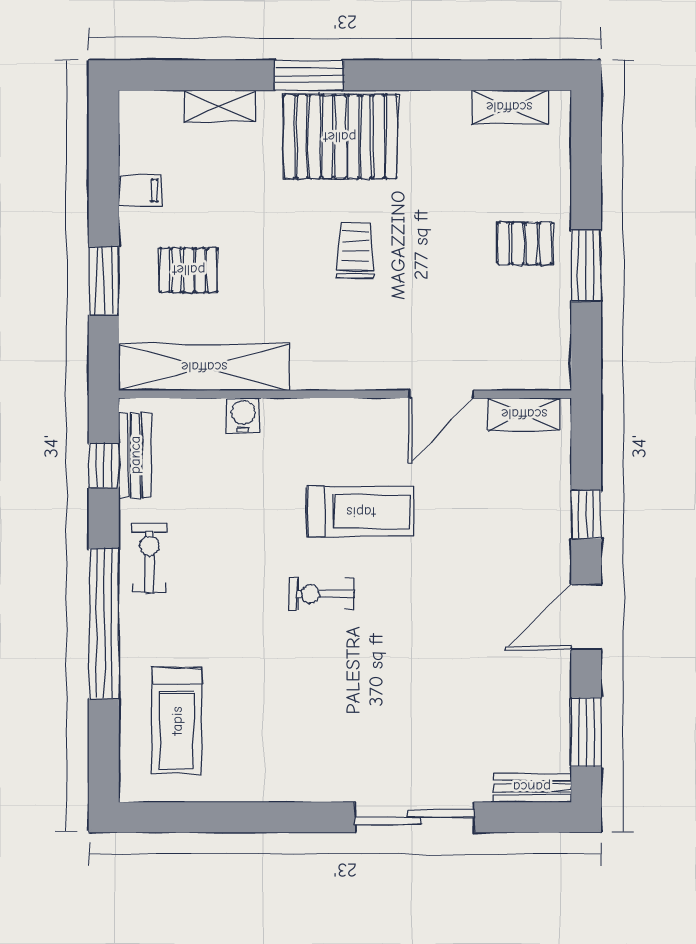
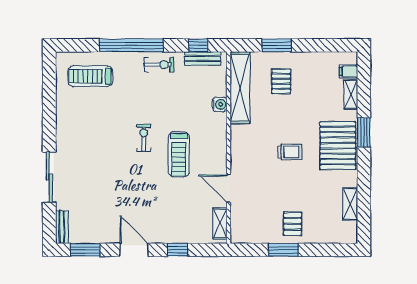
shelving: (509, 107) -> (350, 204), moved
filing cabinet: (140, 191) -> (349, 71), moved, turned 90

